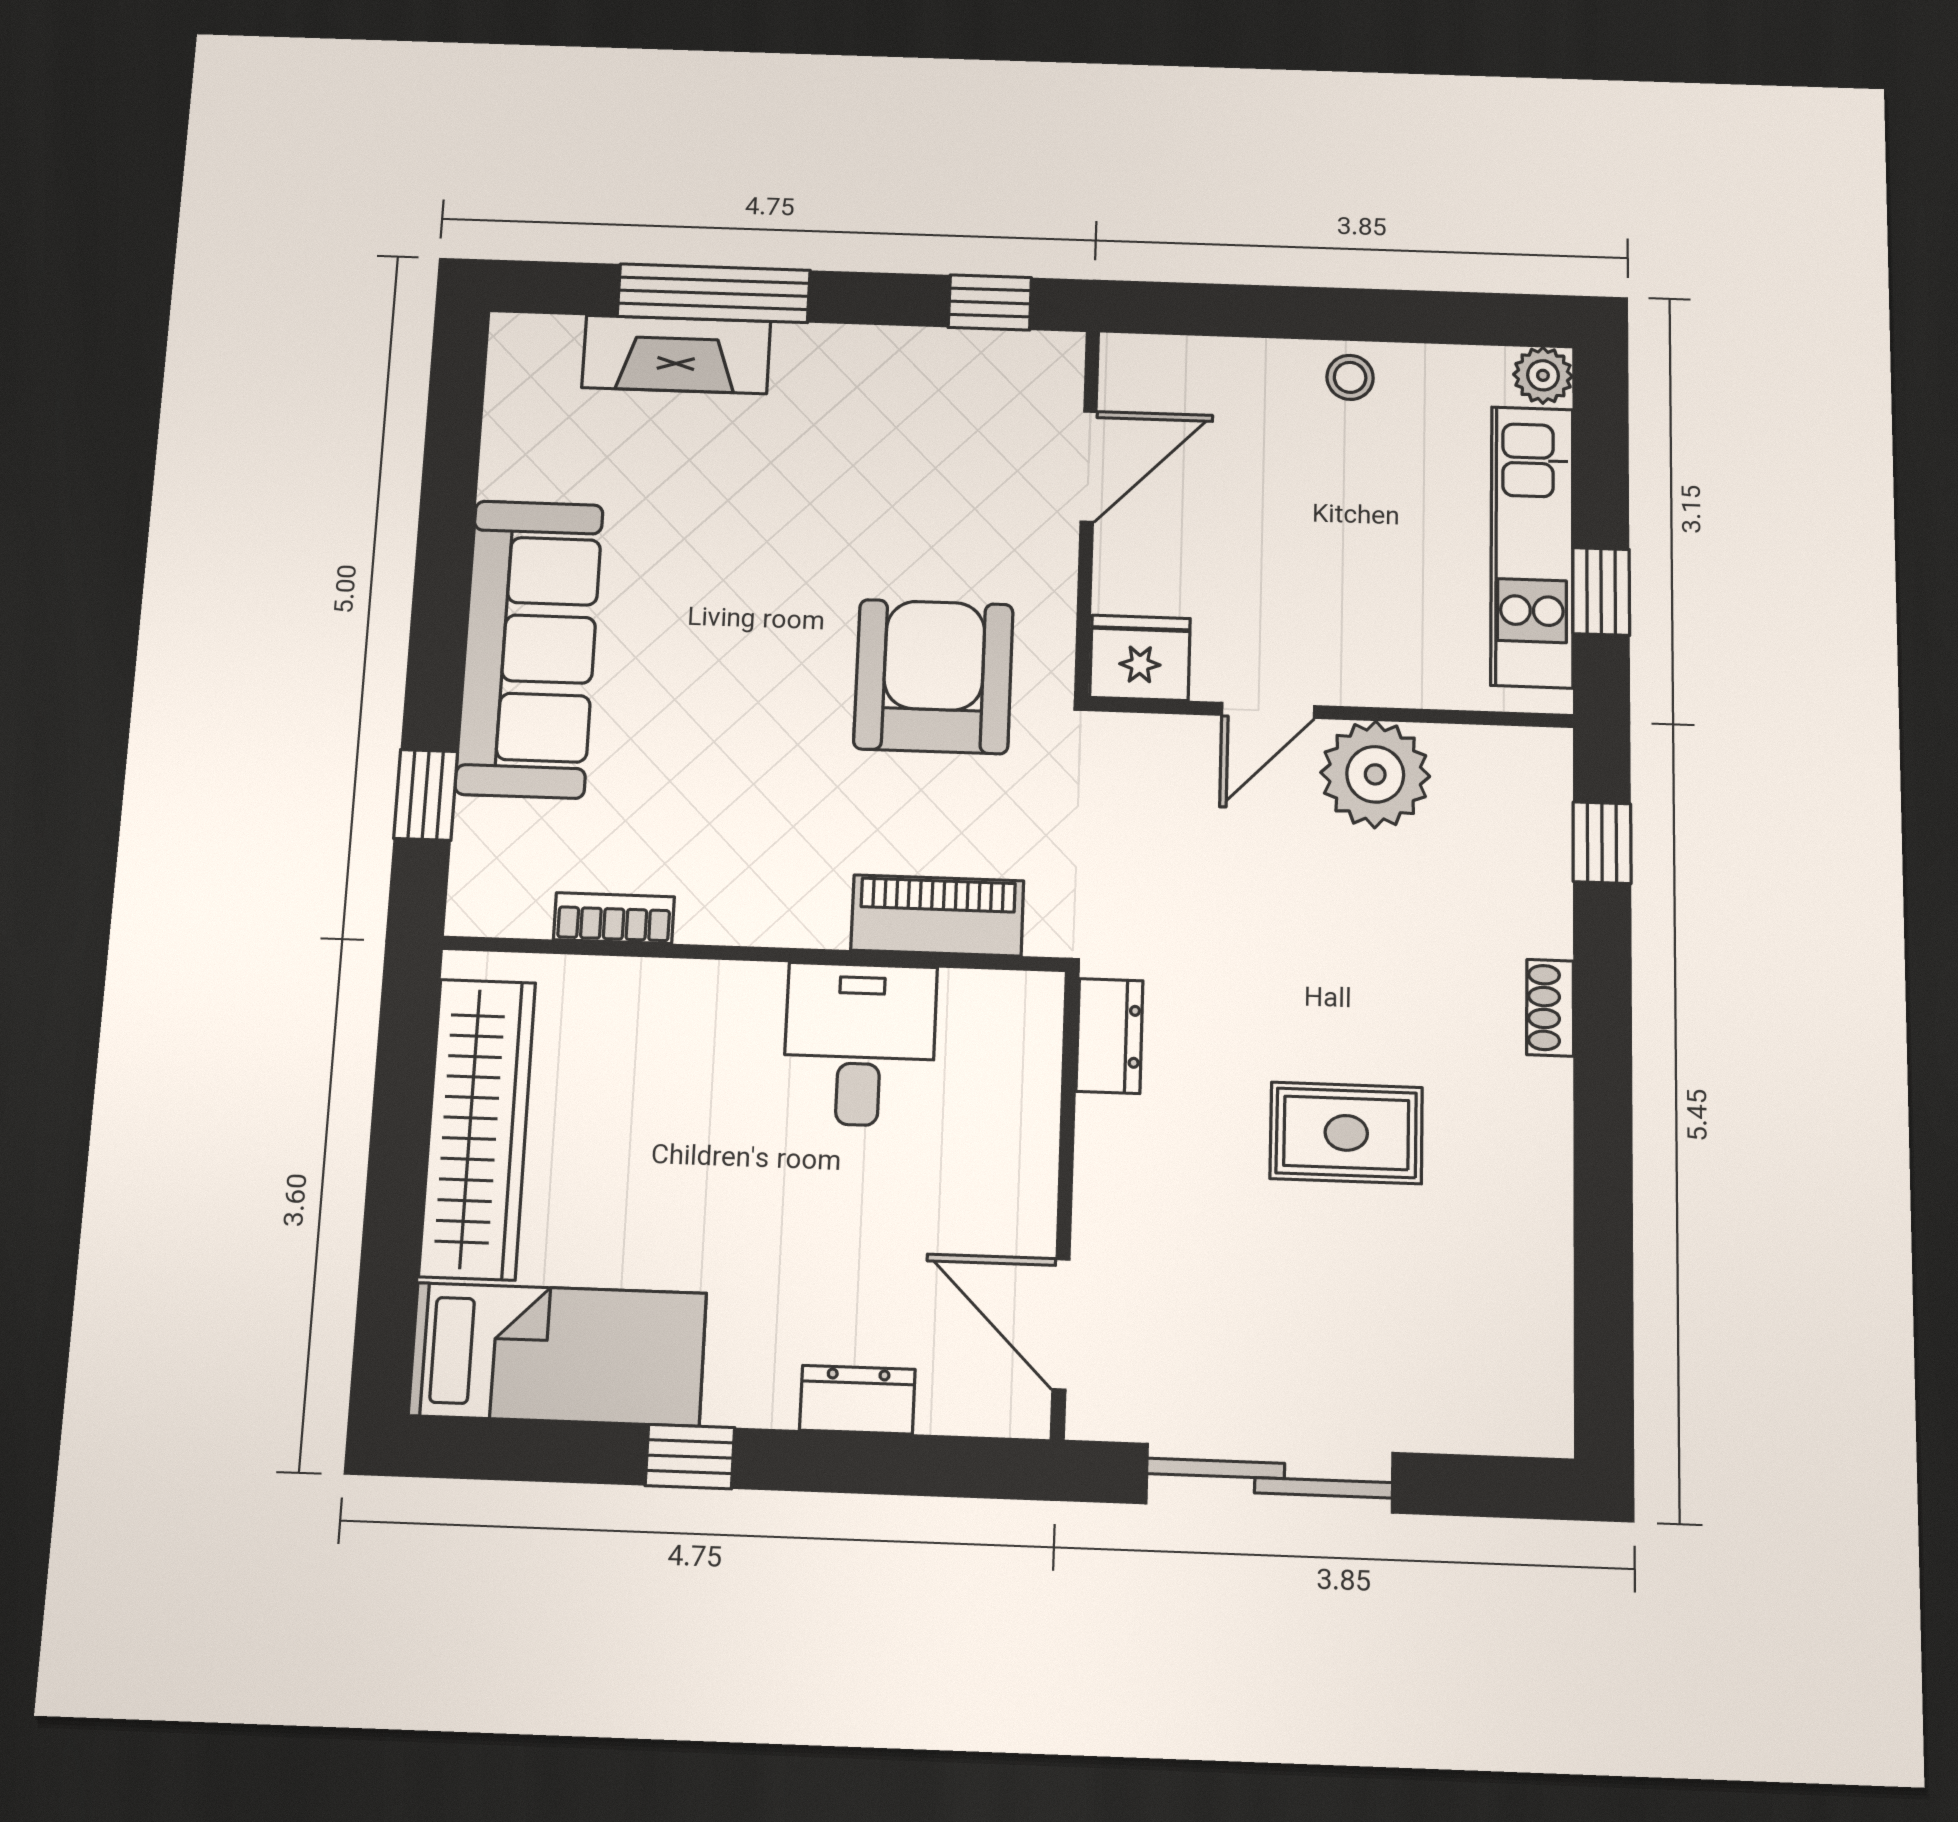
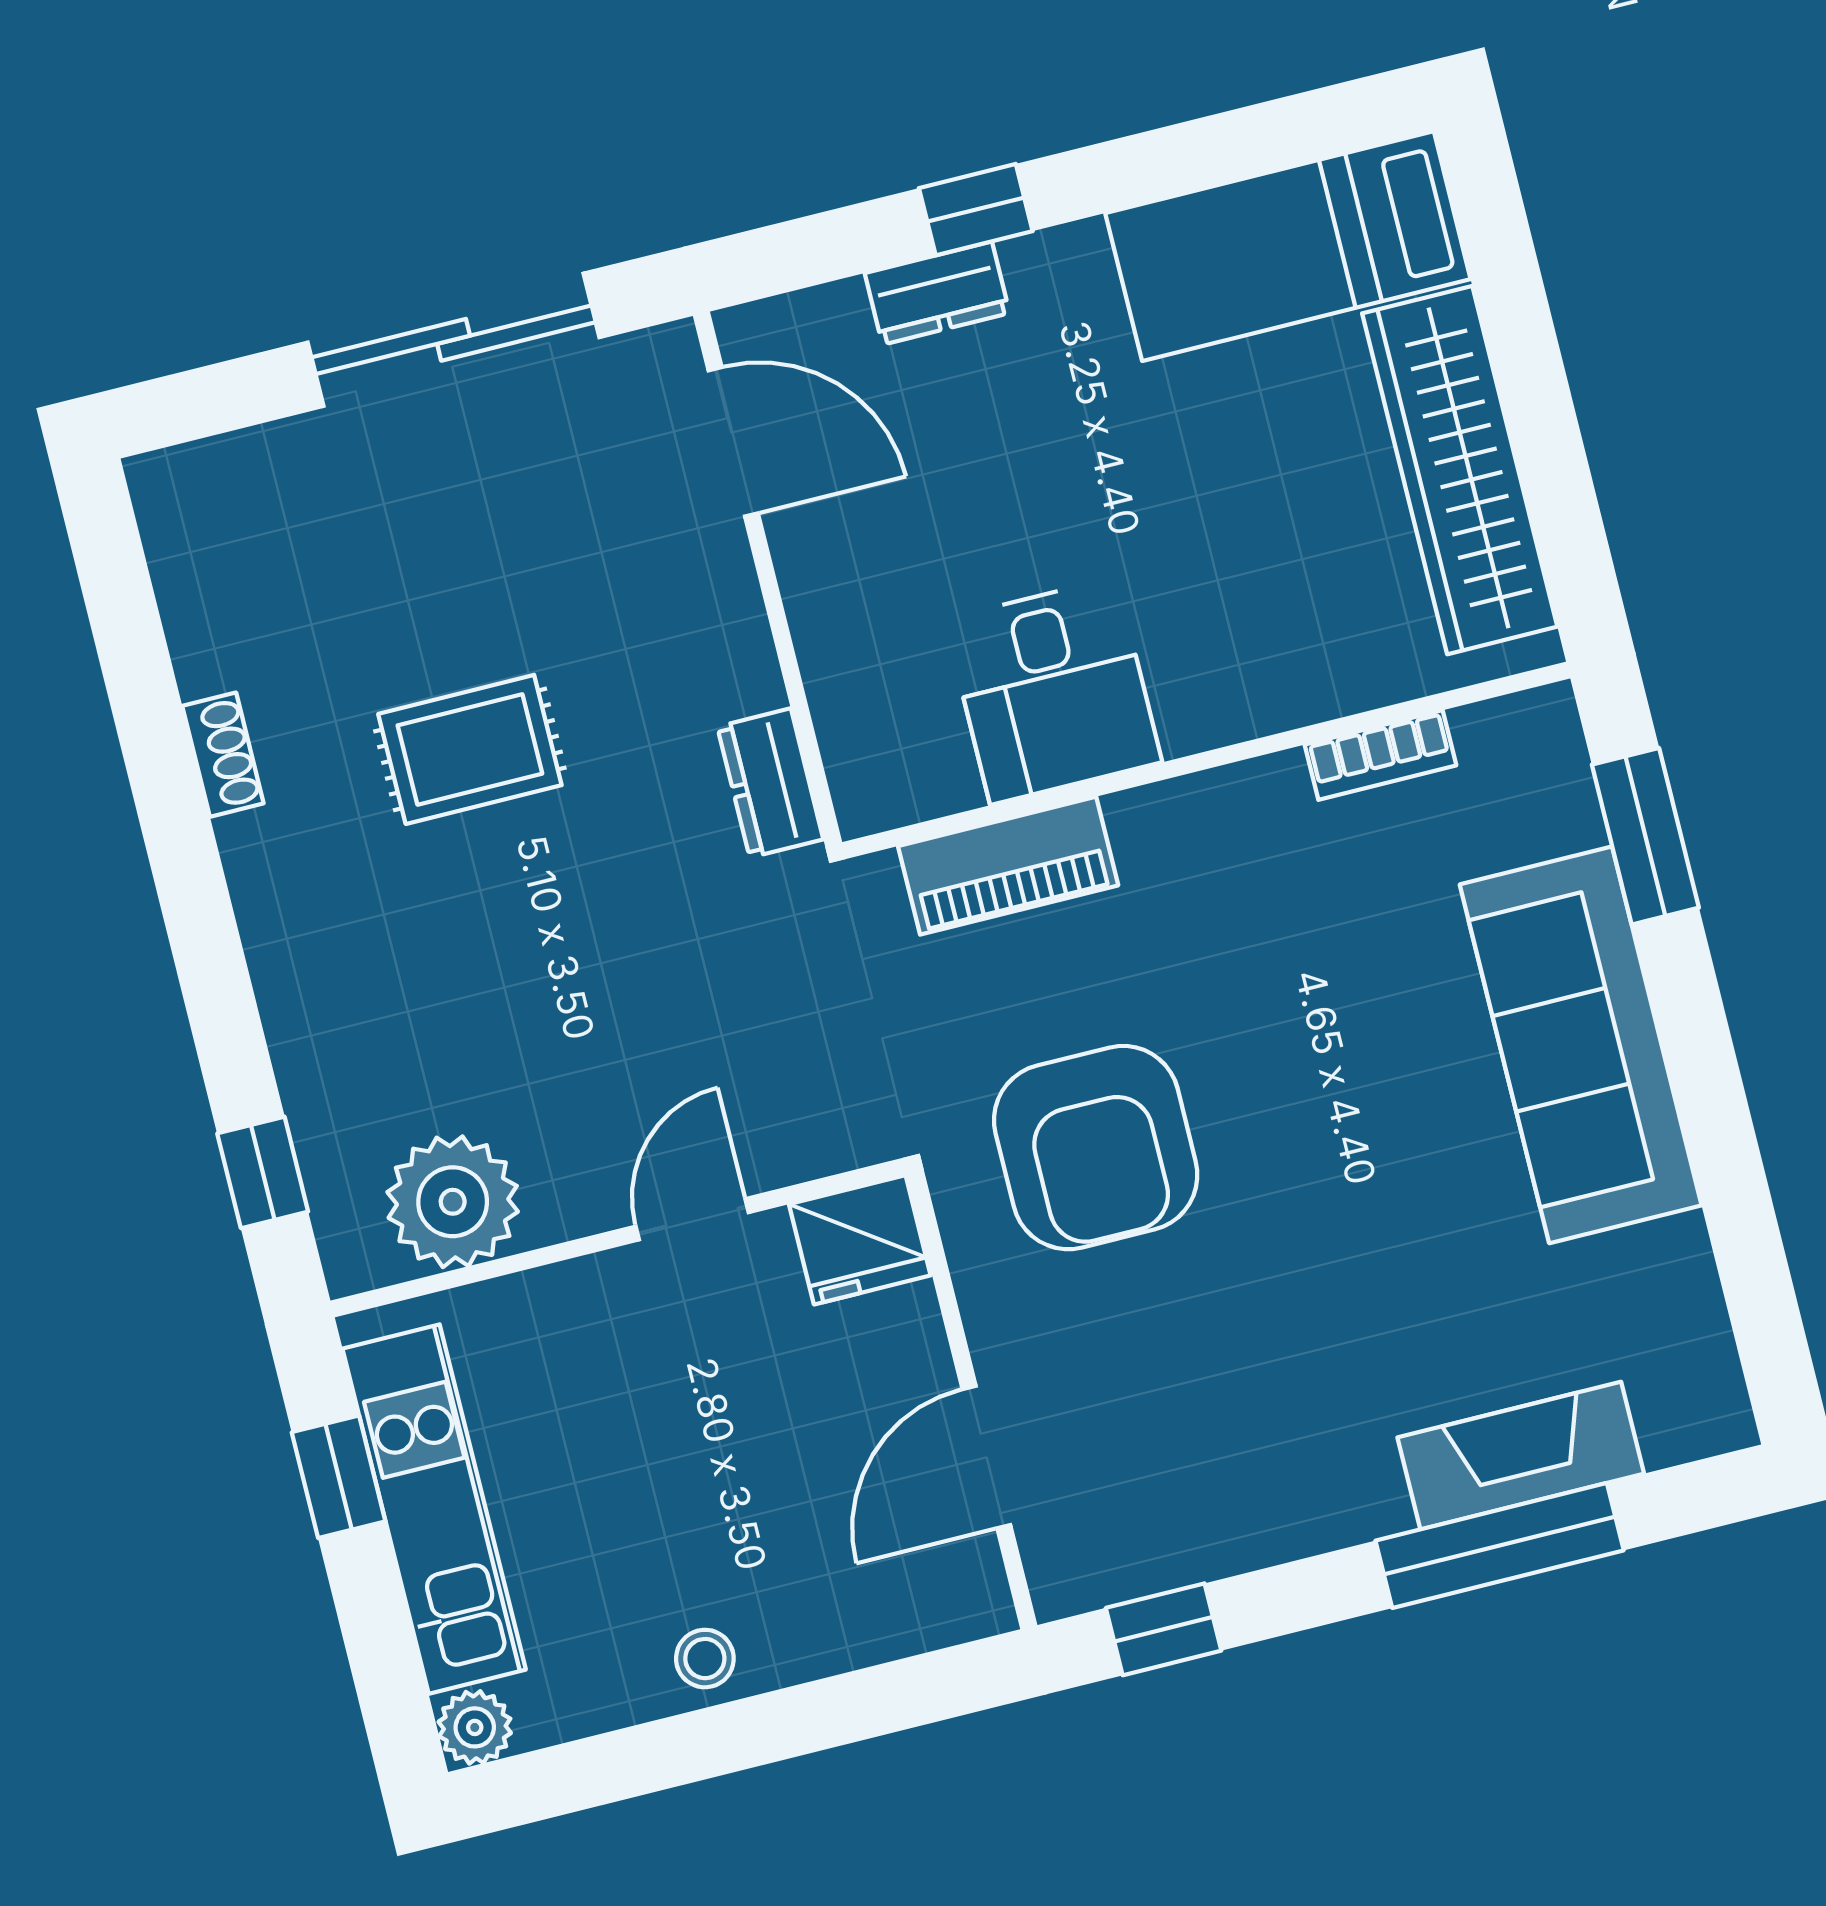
plant: (1375, 774) -> (453, 1202), moved
window: (426, 795) -> (1645, 836), width x1.50
shoe rack: (1550, 1008) -> (223, 755), moved
window: (690, 1457) -> (976, 210), moved

